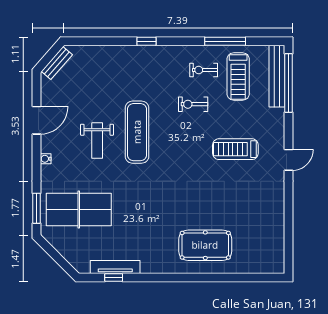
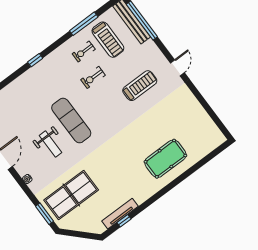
treadmill: (235, 149) -> (140, 86), turned 180

